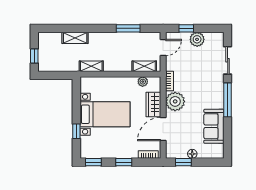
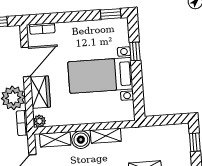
boiler: (124, 65) -> (81, 140), added
shelving: (91, 66) -> (106, 136), moved
plant: (143, 82) -> (39, 121), moved
window: (124, 162) -> (72, 17), removed

